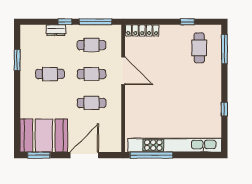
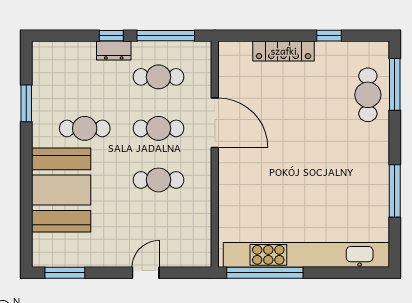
dresser: (56, 30) -> (114, 51), moved
locker: (142, 30) -> (284, 51), moved
cafe table: (199, 48) -> (368, 95), moved
window: (224, 109) -> (395, 191), width x2.17
booth: (44, 136) -> (61, 190), moved, turned 90
door: (84, 155) -> (146, 273), width x0.53

